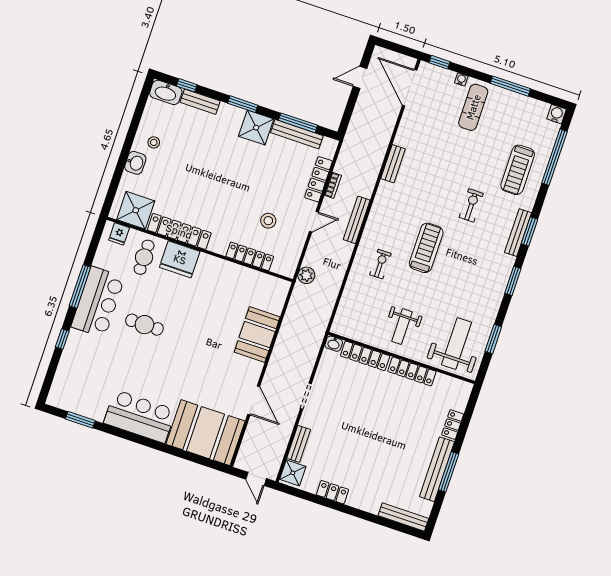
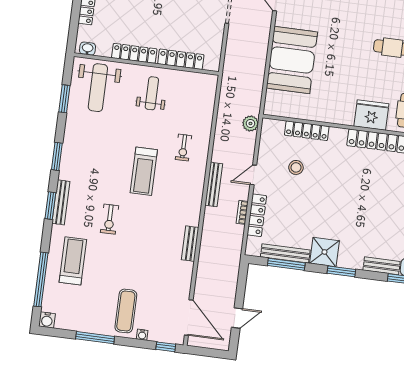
booth: (257, 335) -> (292, 60), width x1.36, depth x1.42
washbasin: (334, 344) -> (87, 49), moved

